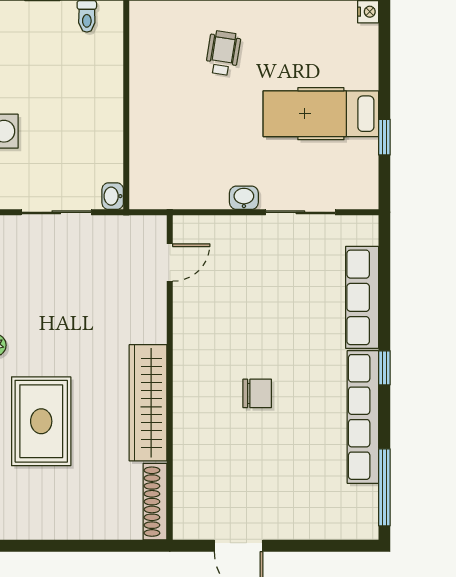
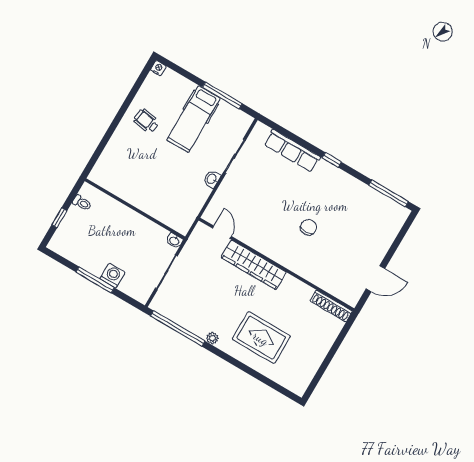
wheelchair: (223, 53) -> (146, 121), moved
window: (384, 137) -> (222, 95), width x2.17
wardrobe: (148, 403) -> (254, 265), moved
row of seats: (363, 417) -> (349, 184), removed

